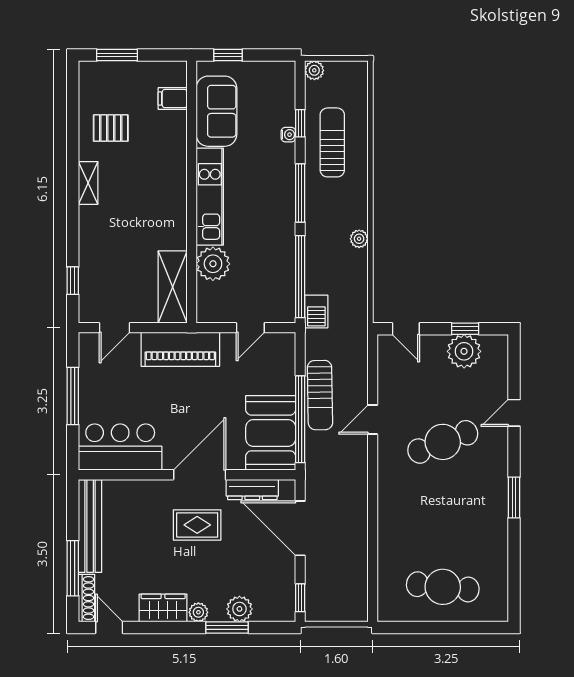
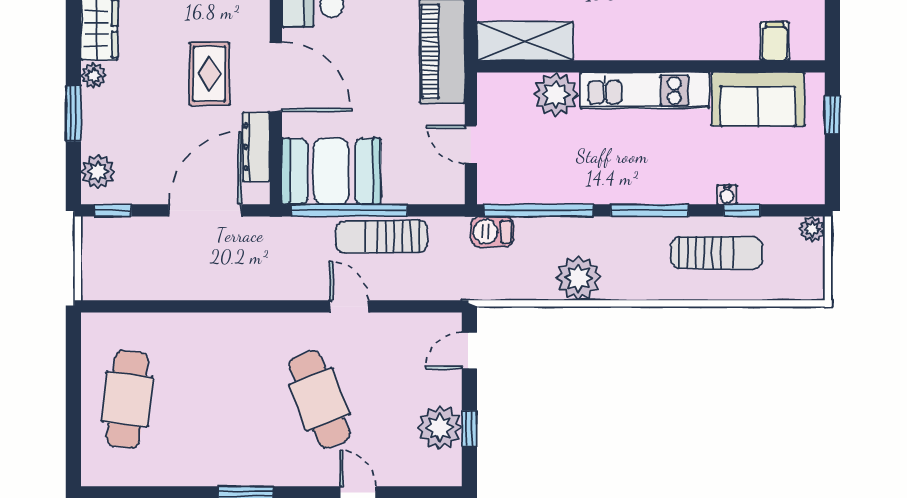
plant: (359, 239) -> (578, 278), width x1.88, depth x1.88
plant: (239, 609) -> (98, 172), moved

